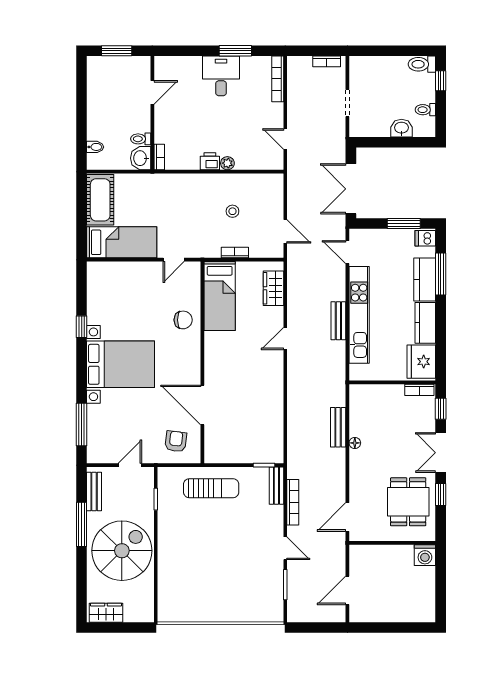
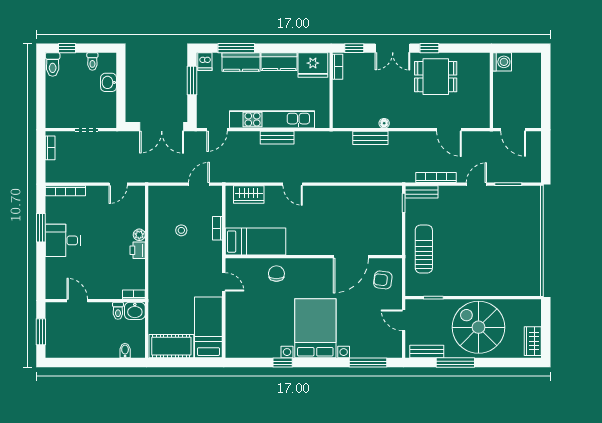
wall: (392, 543) -> (491, 90), moved
washing machine: (425, 555) -> (502, 62), moved

